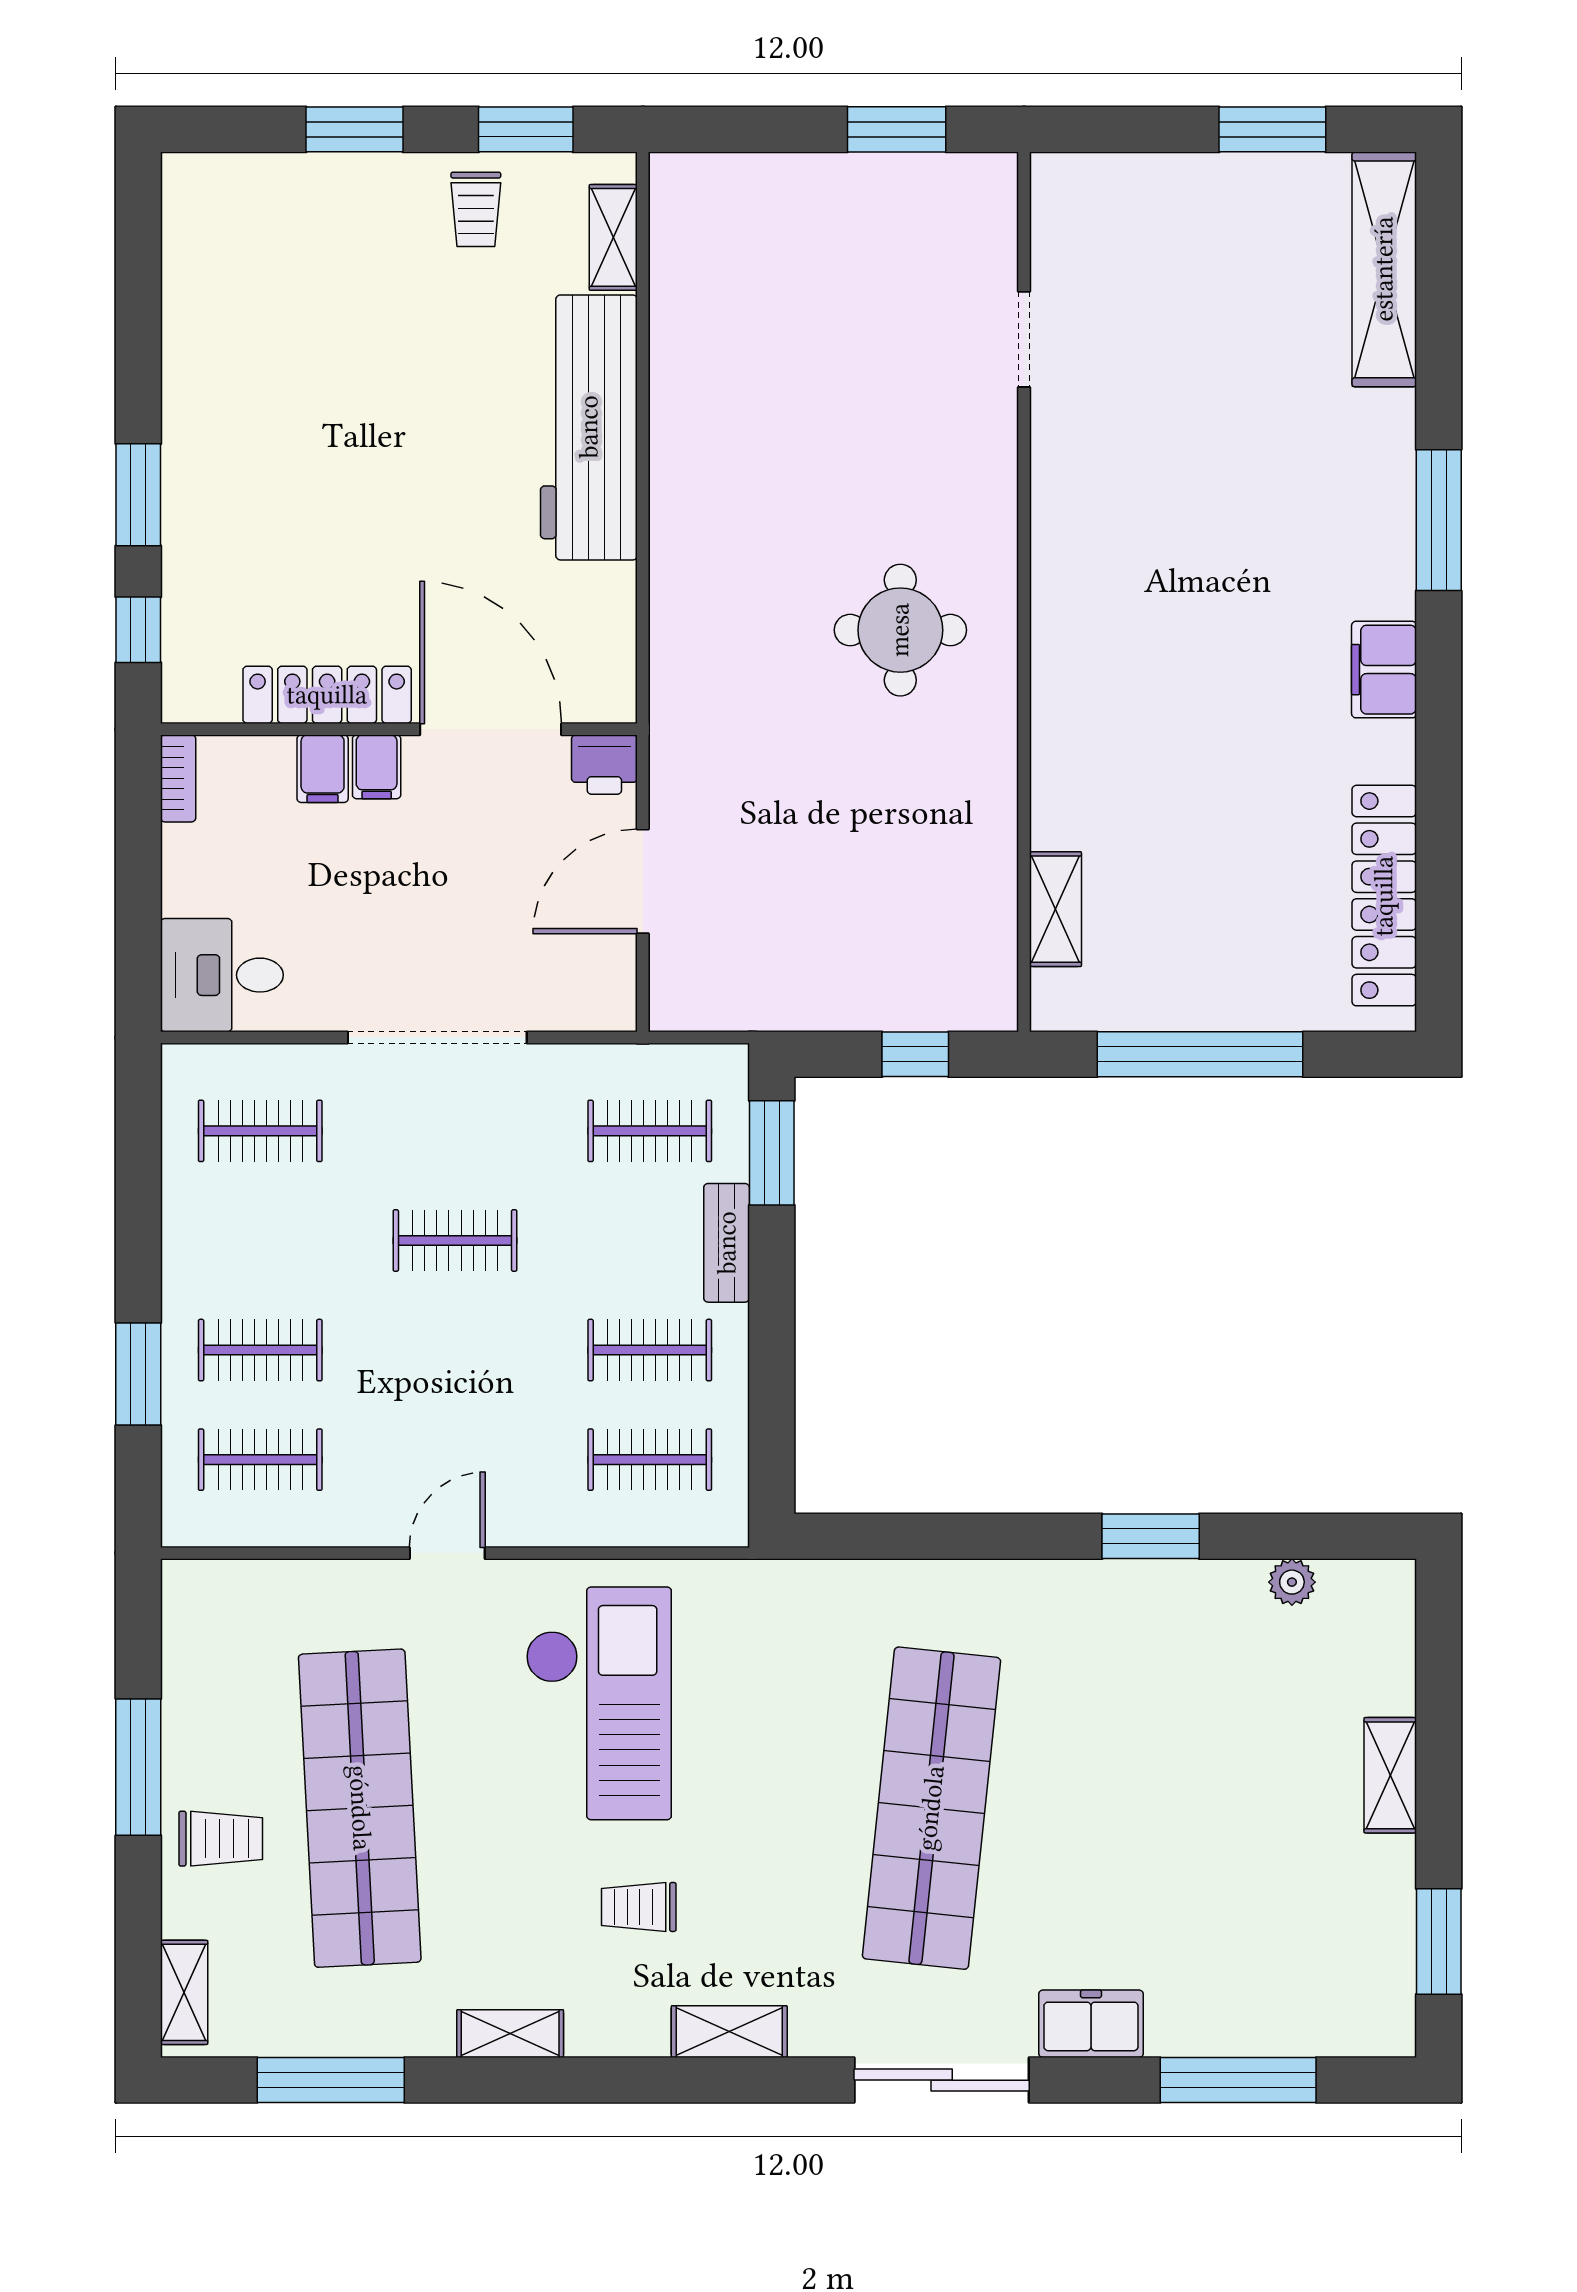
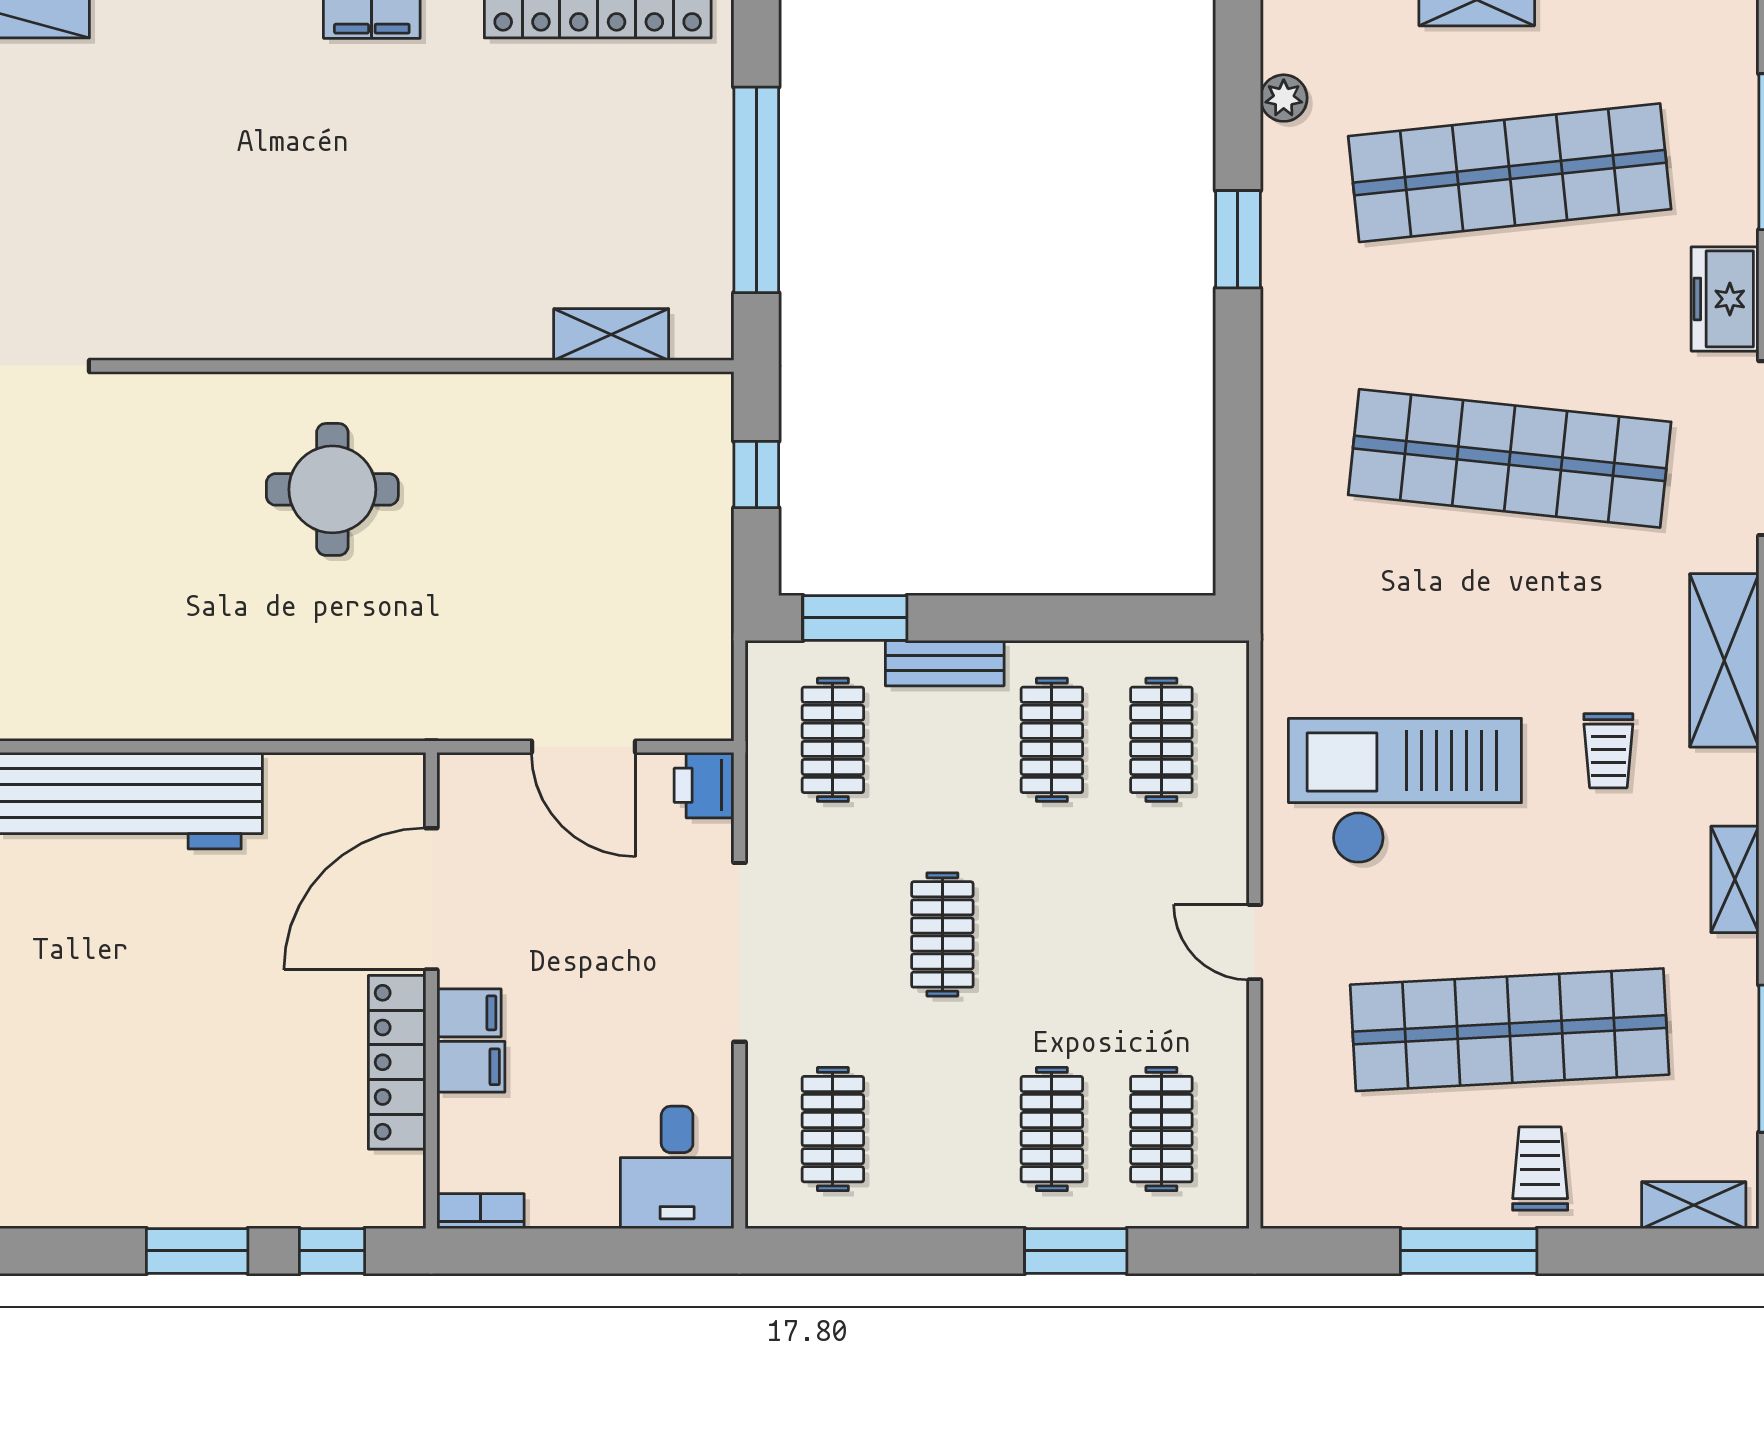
printer: (604, 765) -> (704, 785), moved, turned 180
shop shelf: (1217, 1808) -> (1510, 173), added
shelving: (729, 2032) -> (1724, 660), width x1.50, depth x1.33

